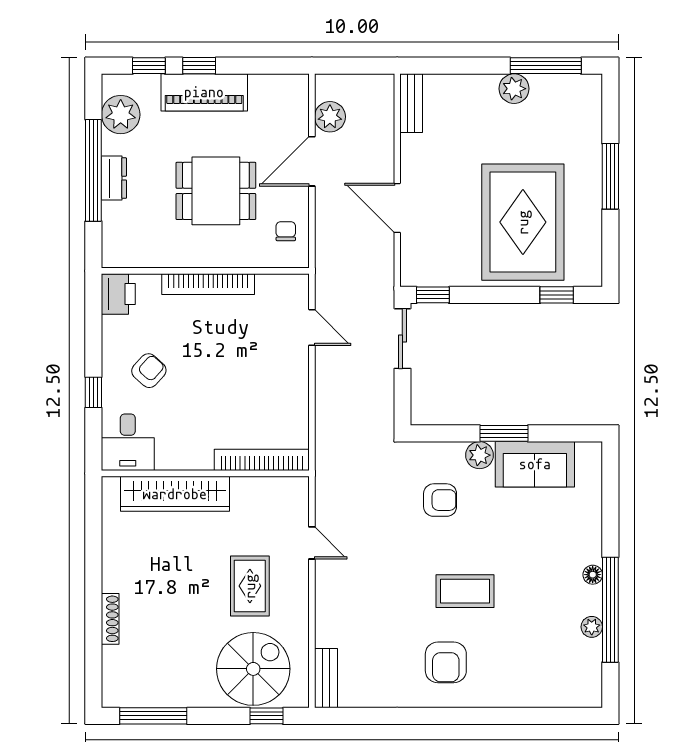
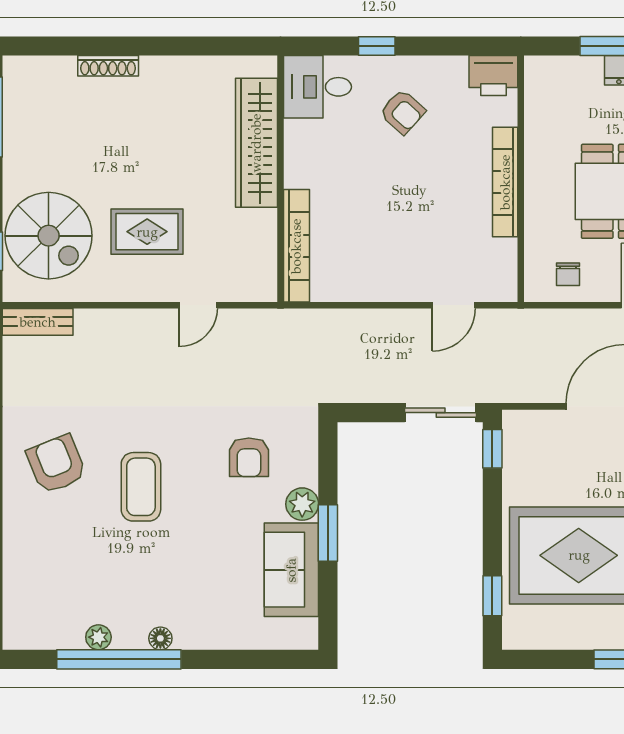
chair: (286, 231) -> (568, 274), turned 90
armchair: (446, 662) -> (56, 464), turned 68

